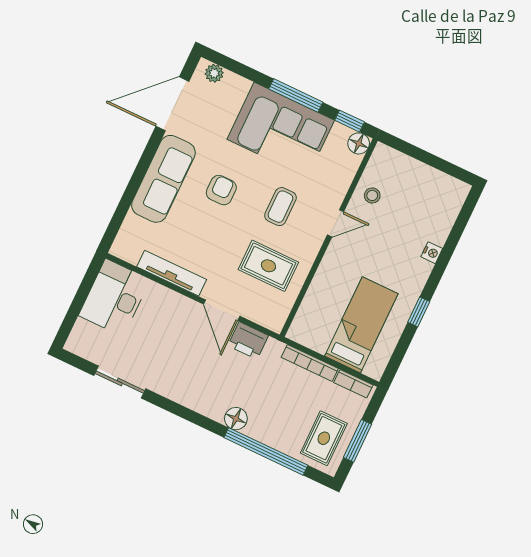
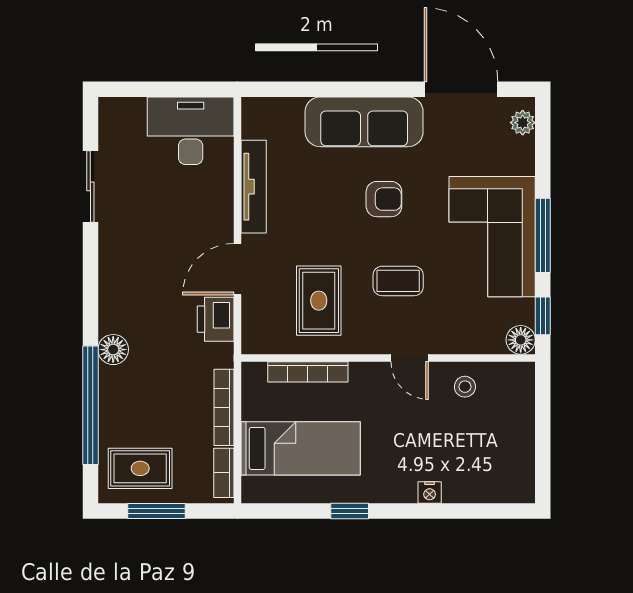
bookcase: (313, 296) -> (308, 372), added

